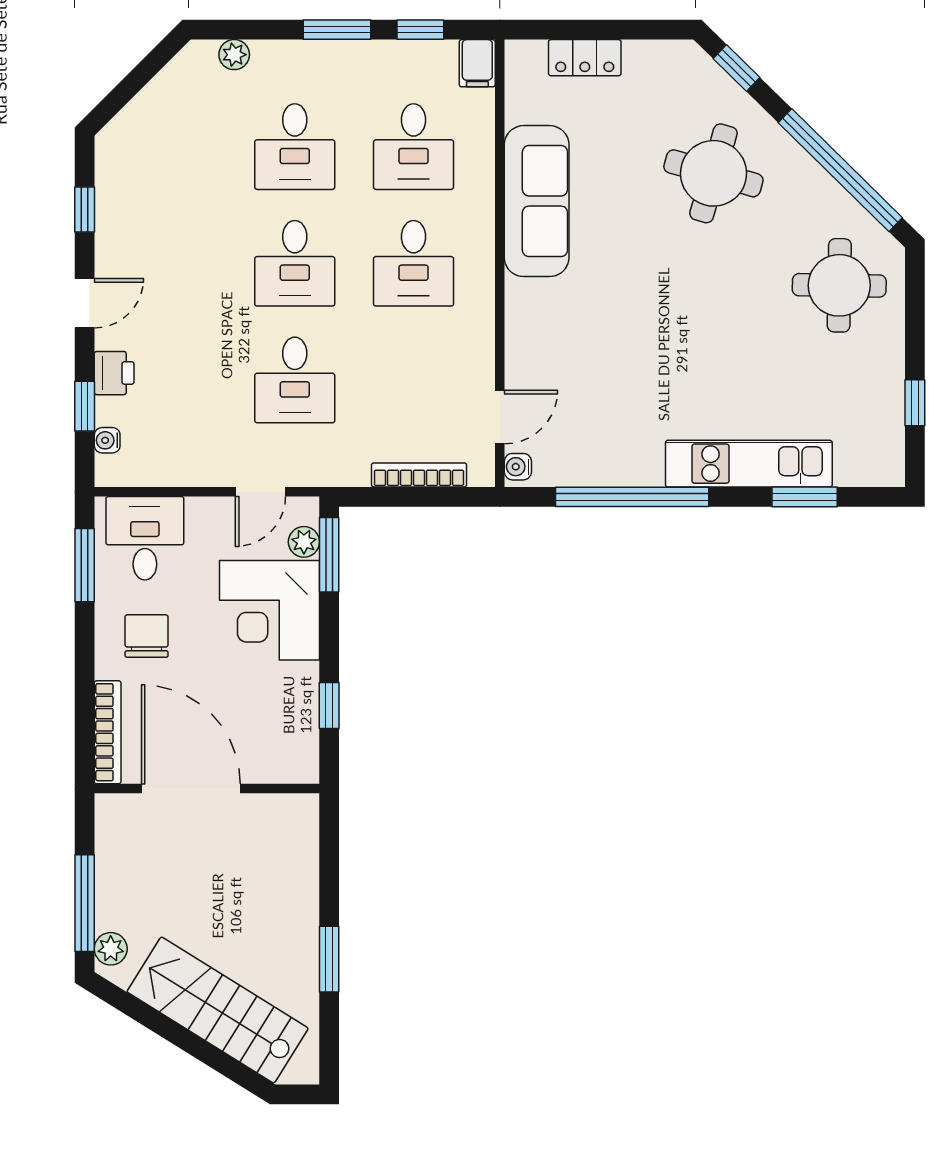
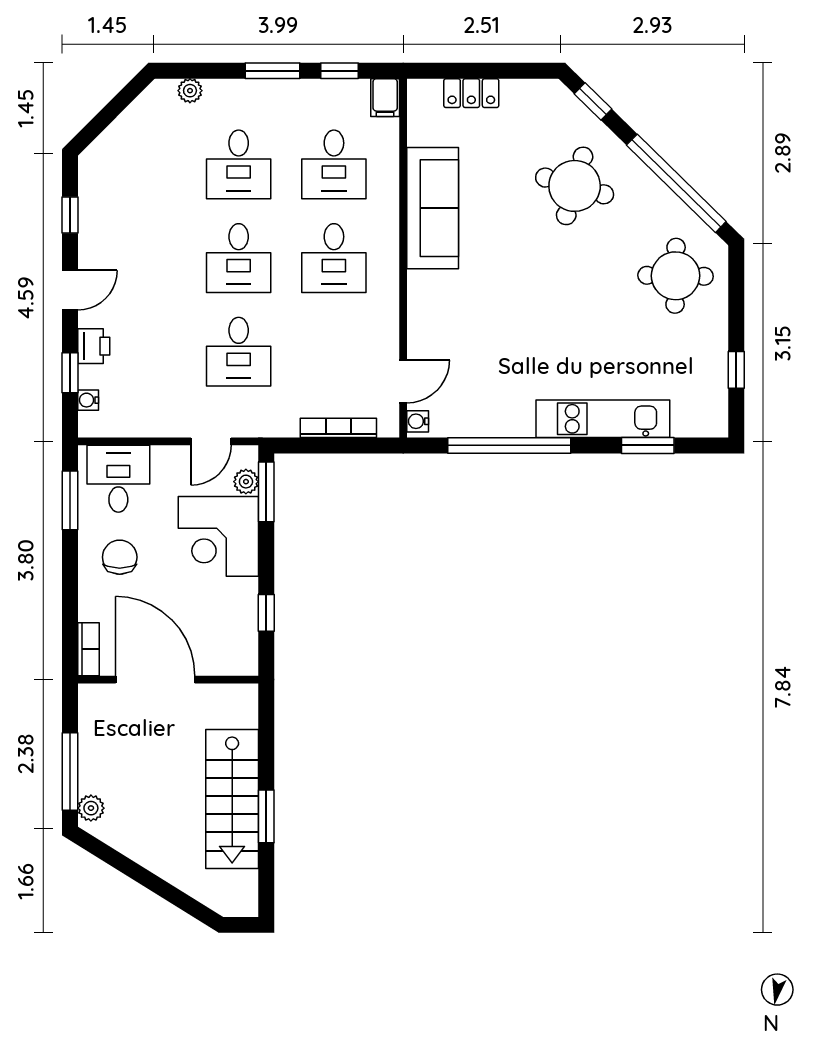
bookcase: (108, 732) -> (88, 649), width x0.64
stairs: (218, 1010) -> (232, 799), moved, turned -122

